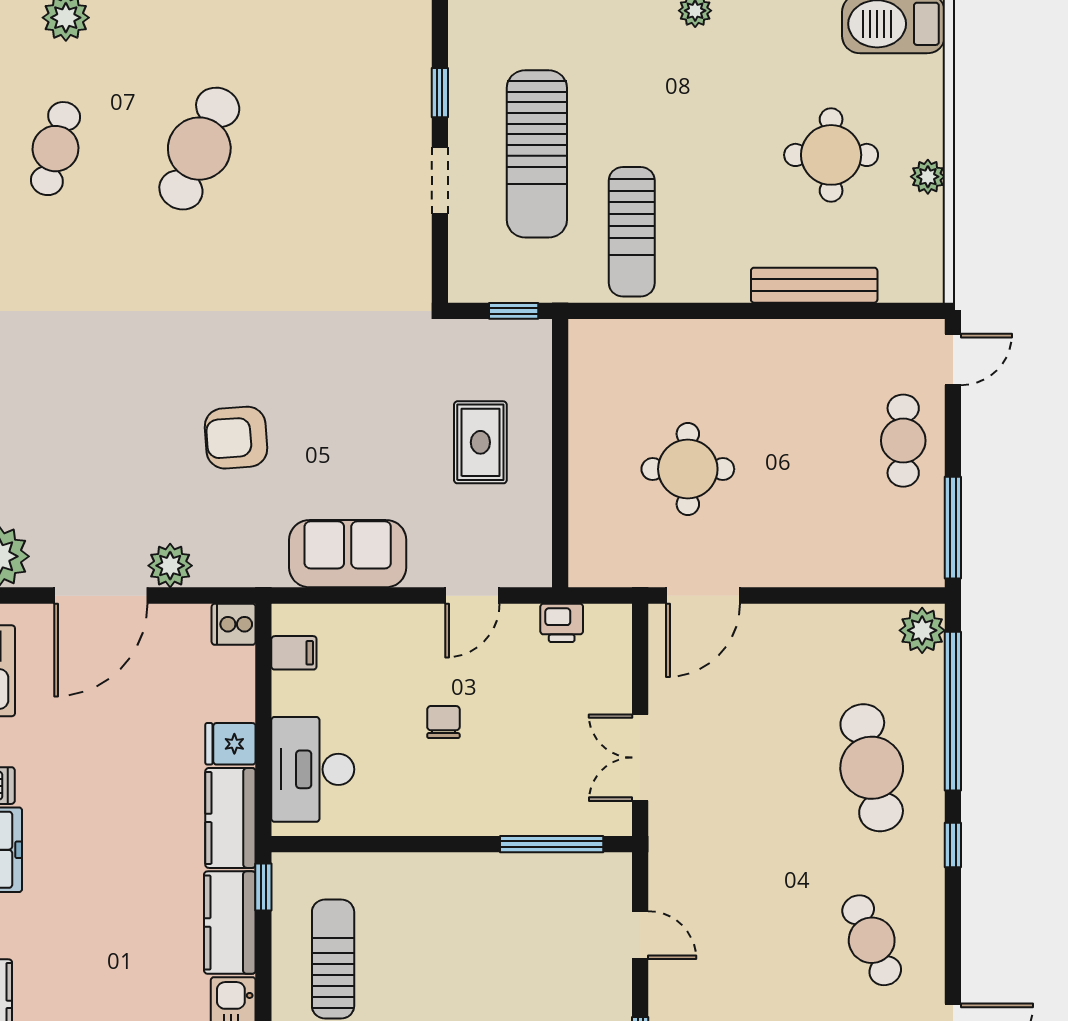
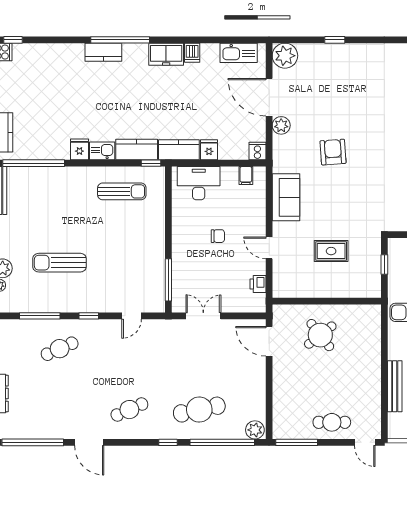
wall: (560, 453) -> (327, 301), moved
round table: (688, 469) -> (320, 335), turned -38

